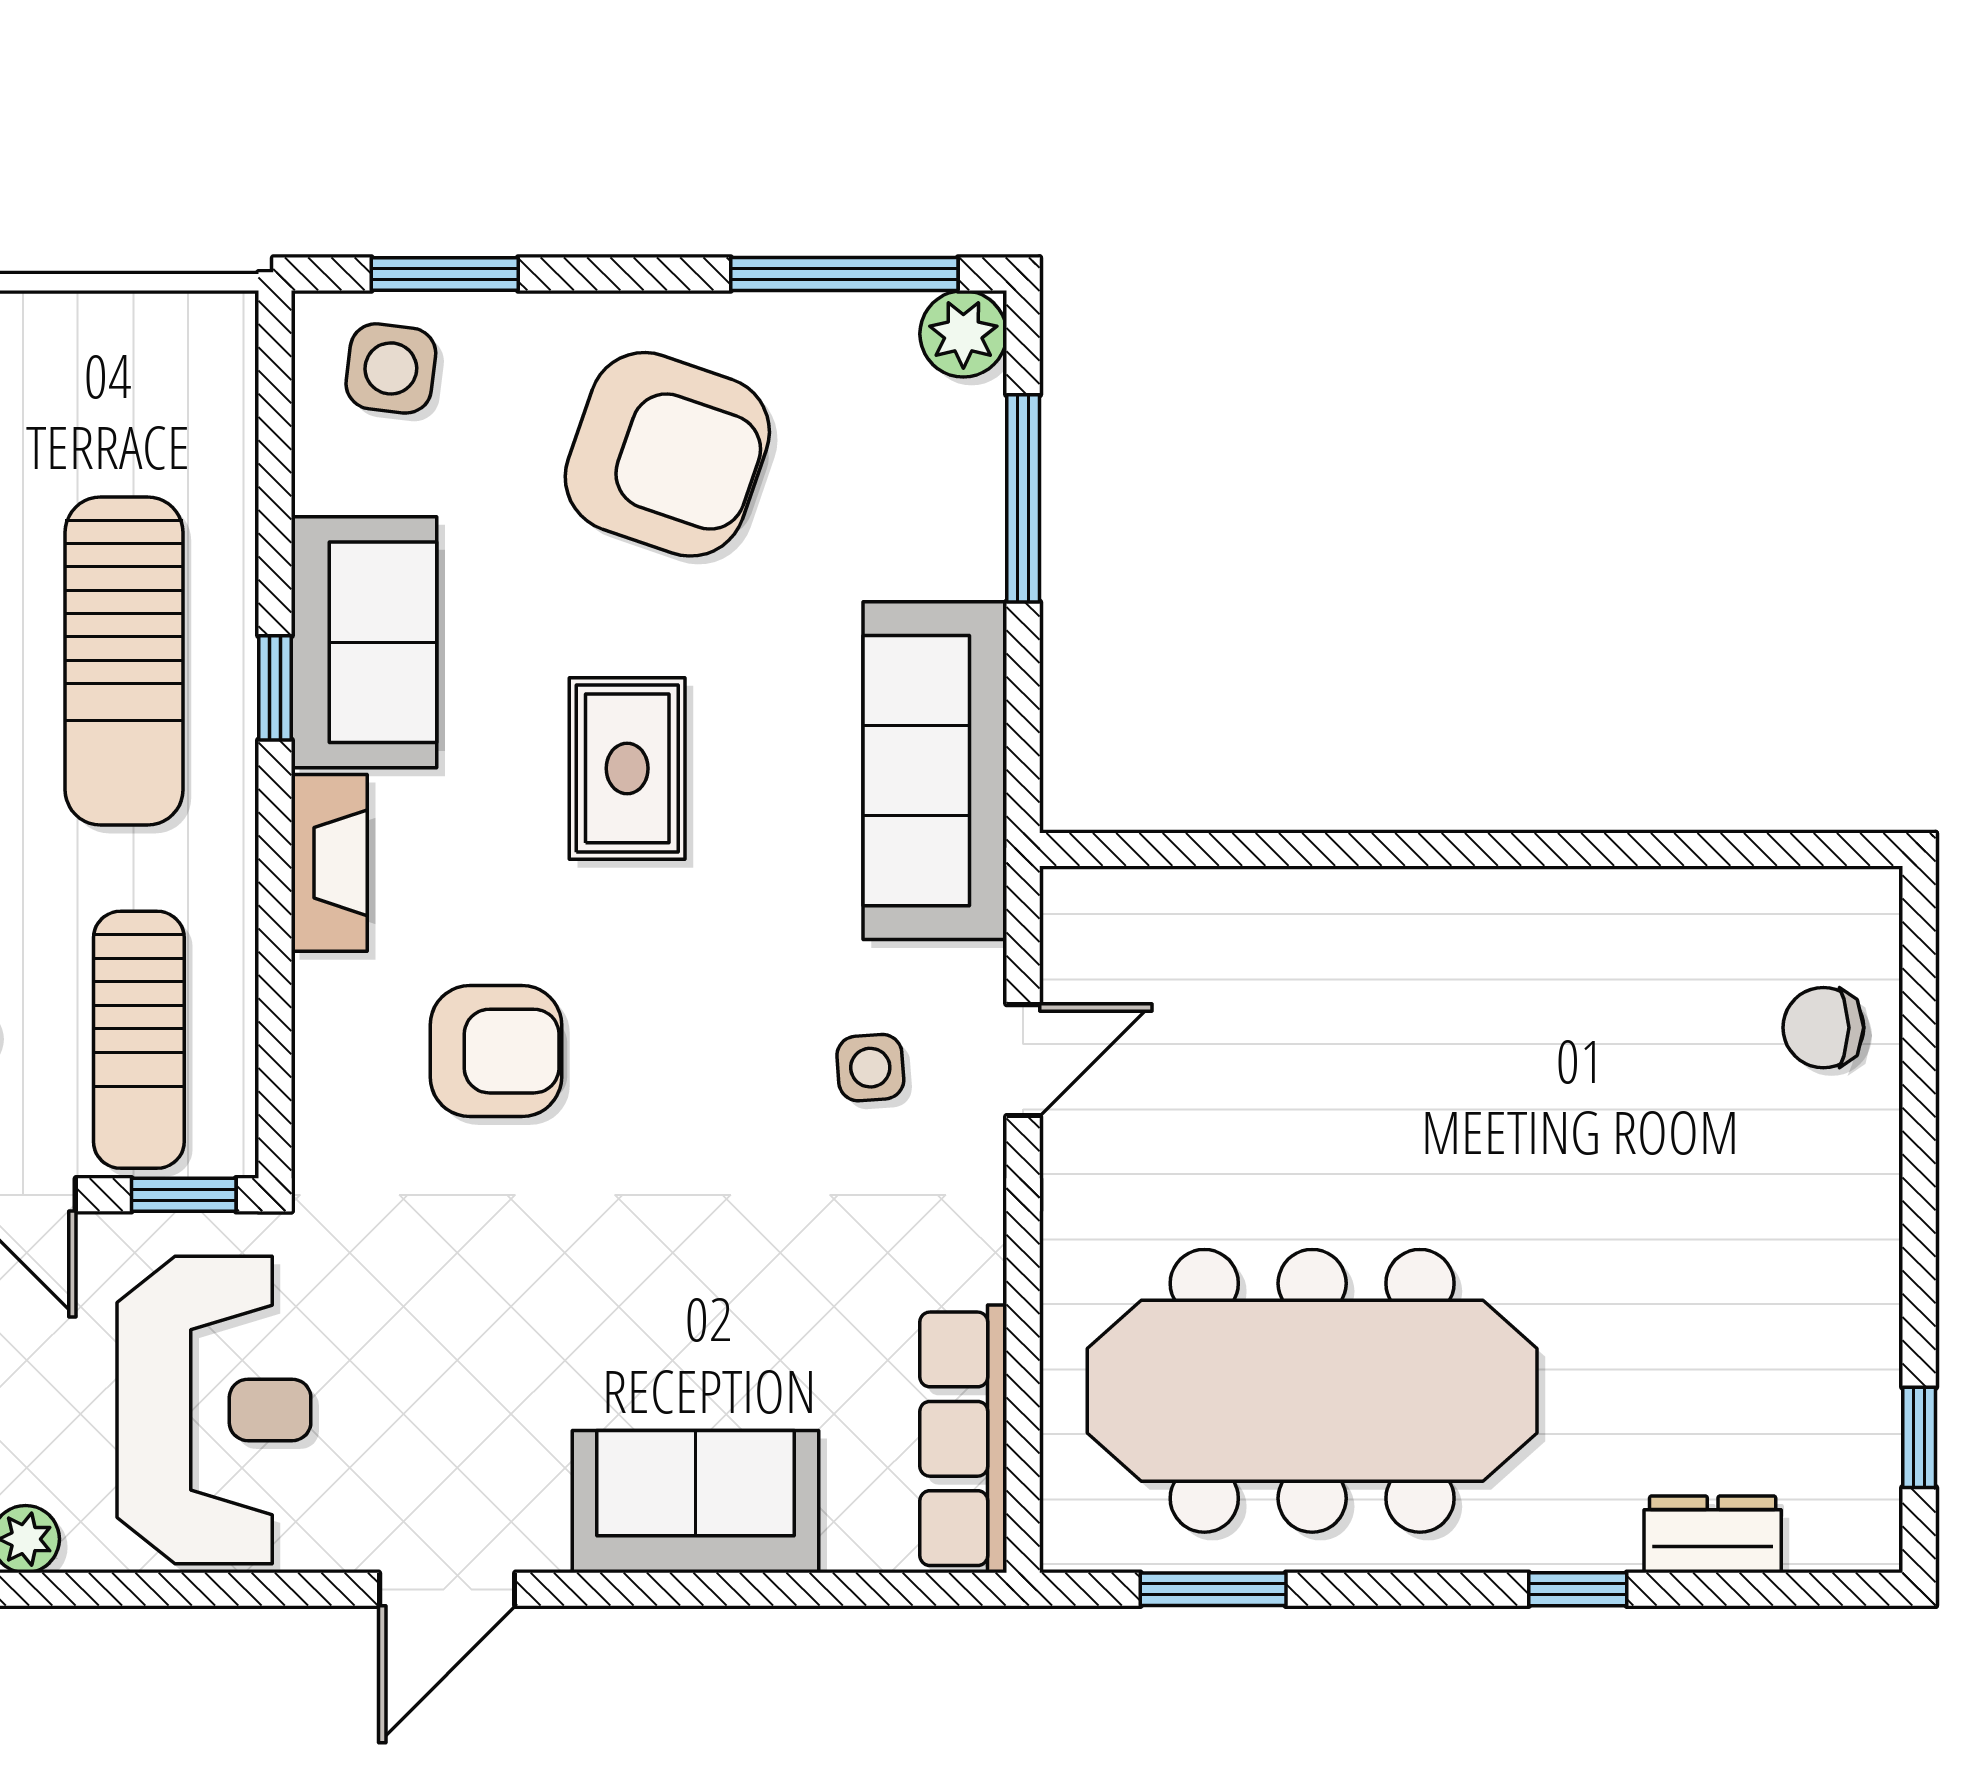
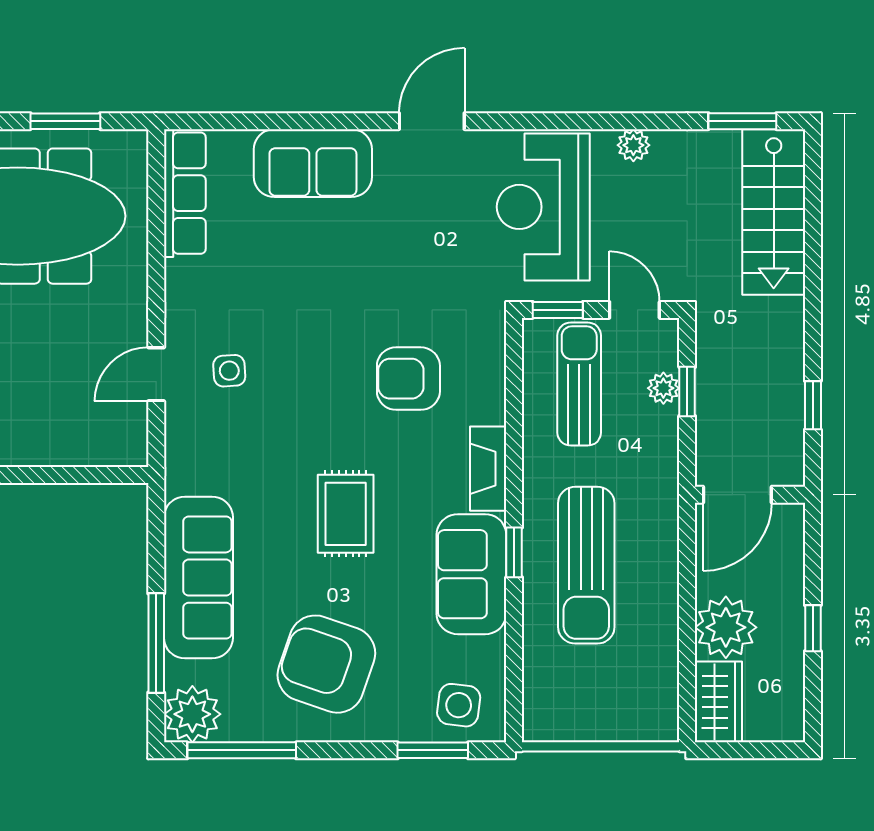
plant: (963, 334) -> (192, 714), width x1.36, depth x1.36
sun lounger: (124, 661) -> (586, 565), turned 180
sofa: (935, 771) -> (198, 578), moved

